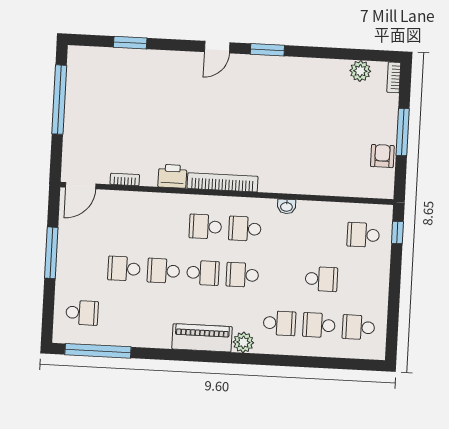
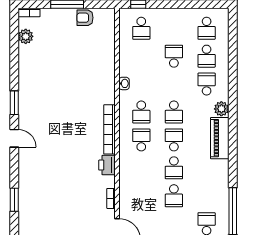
school desk: (205, 227) -> (141, 140), turned 180

